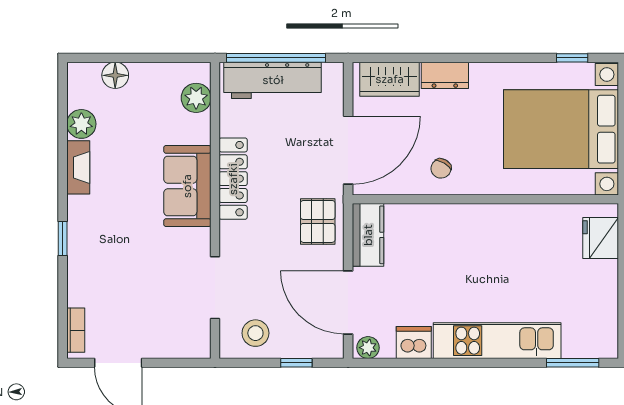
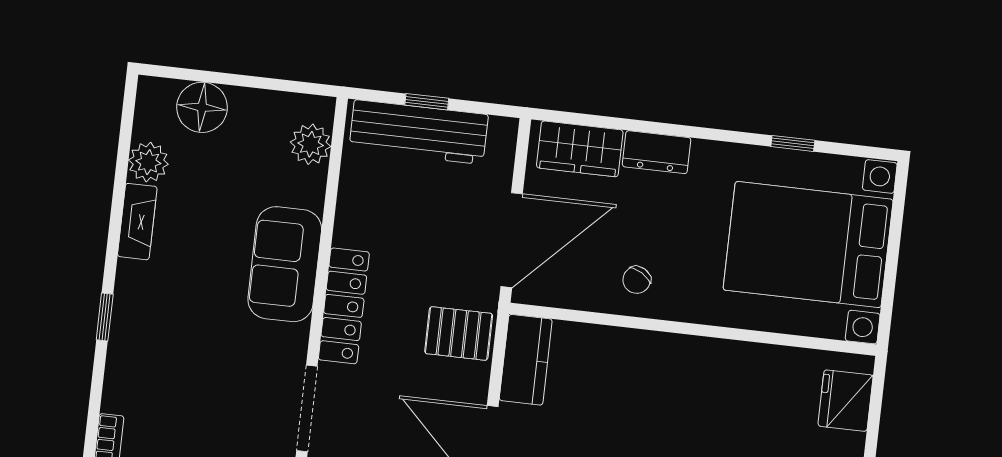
window: (276, 58) -> (427, 102), width x0.32
window: (572, 58) -> (793, 143), moved
floor lamp: (115, 75) -> (202, 107), width x1.38, depth x1.38
locker: (233, 179) -> (344, 306), moved
pallet: (318, 221) -> (459, 333), turned 90

